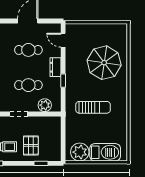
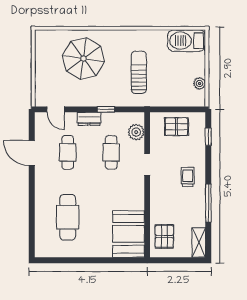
door: (63, 40) -> (56, 109), hinge flipped
pallet: (31, 145) -> (176, 127), moved
plant: (80, 152) -> (199, 83), width x0.53, depth x0.53
barbecue: (105, 152) -> (187, 41), moved, turned -90

